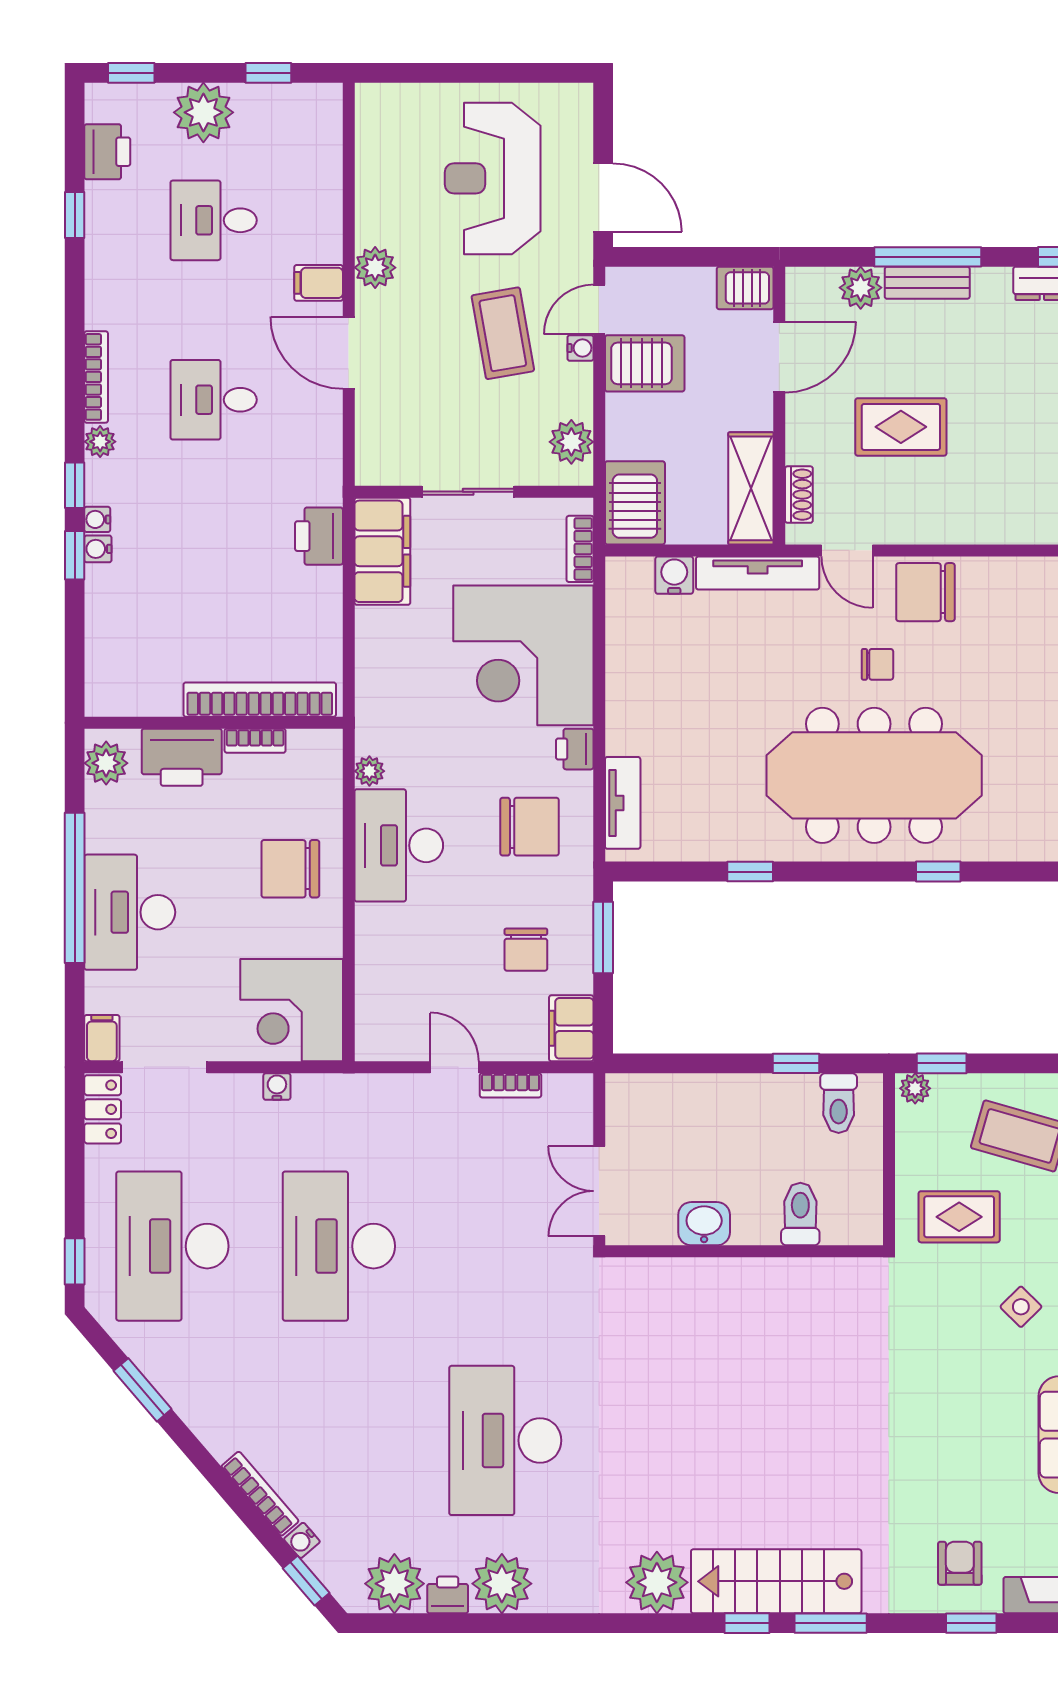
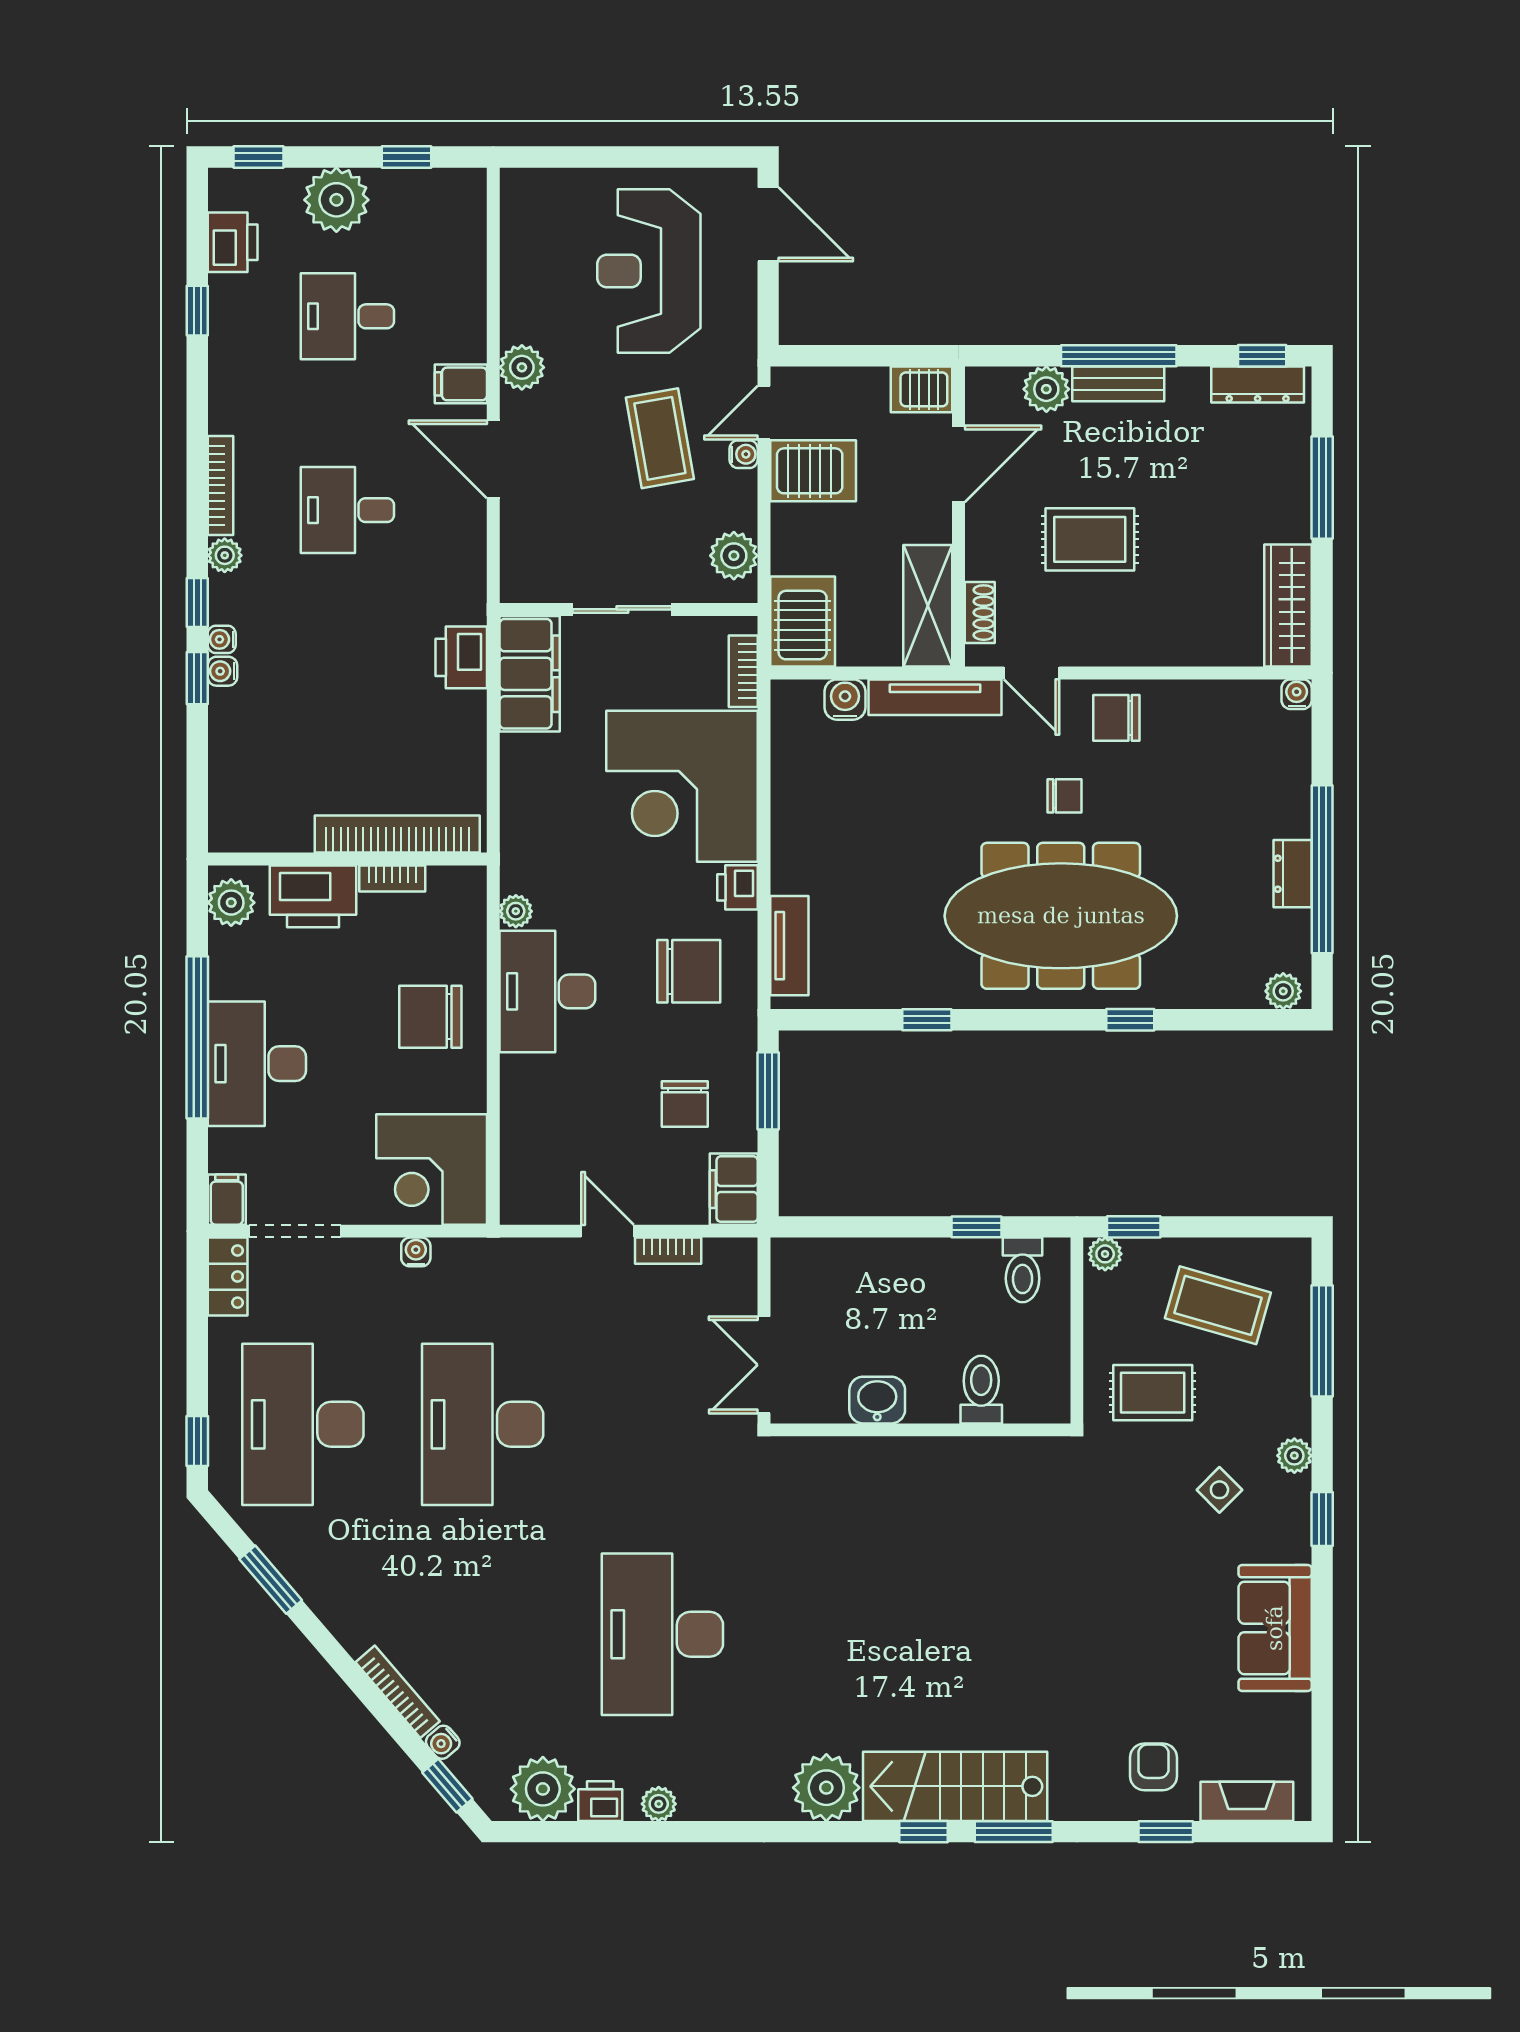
door: (603, 198) -> (768, 224), moved
chair: (925, 592) -> (1116, 718), width x0.73, depth x0.73
plant: (502, 1584) -> (659, 1804), width x0.53, depth x0.53

